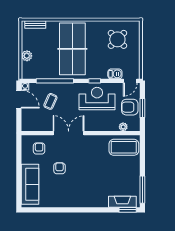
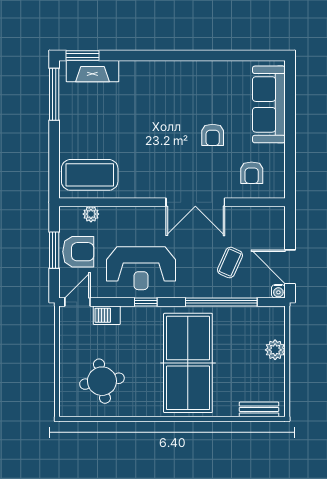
round table: (117, 39) -> (102, 381), turned 35

